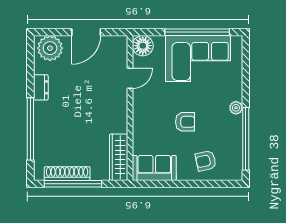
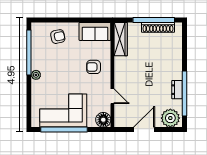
door: (130, 78) -> (112, 96), swing flipped
armchair: (185, 122) -> (94, 67), moved
window: (30, 129) -> (185, 93), moved

